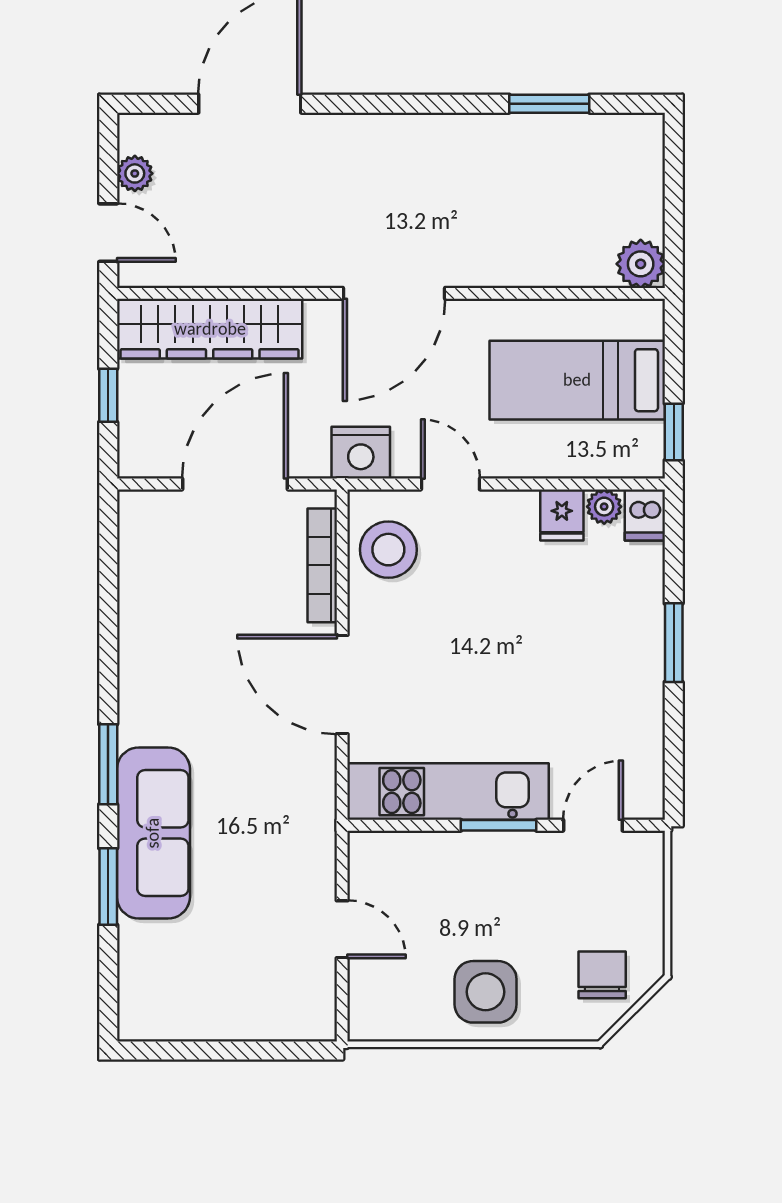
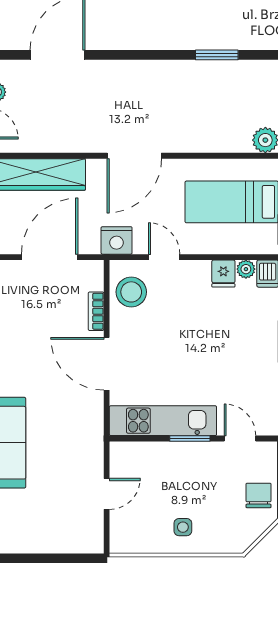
bookcase: (322, 565) -> (96, 311), width x0.64
door: (593, 825) -> (240, 439), hinge flipped
door: (342, 929) -> (107, 494), hinge flipped
chair: (602, 975) -> (258, 495), moved
side table: (486, 992) -> (183, 527), width x0.54, depth x0.54

